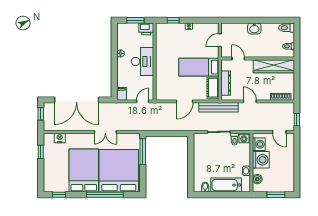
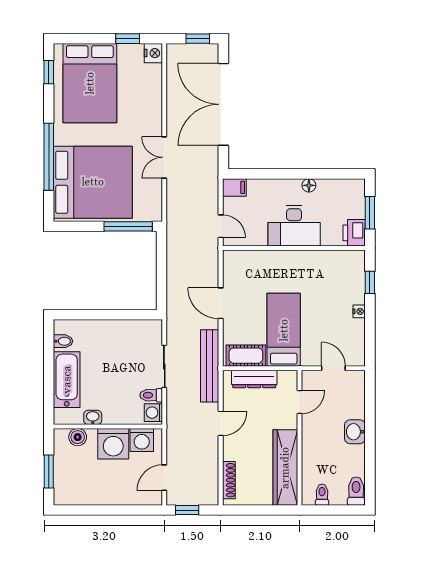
nightstand: (60, 138) -> (153, 53), moved
bed: (84, 171) -> (90, 83), moved, turned 90

